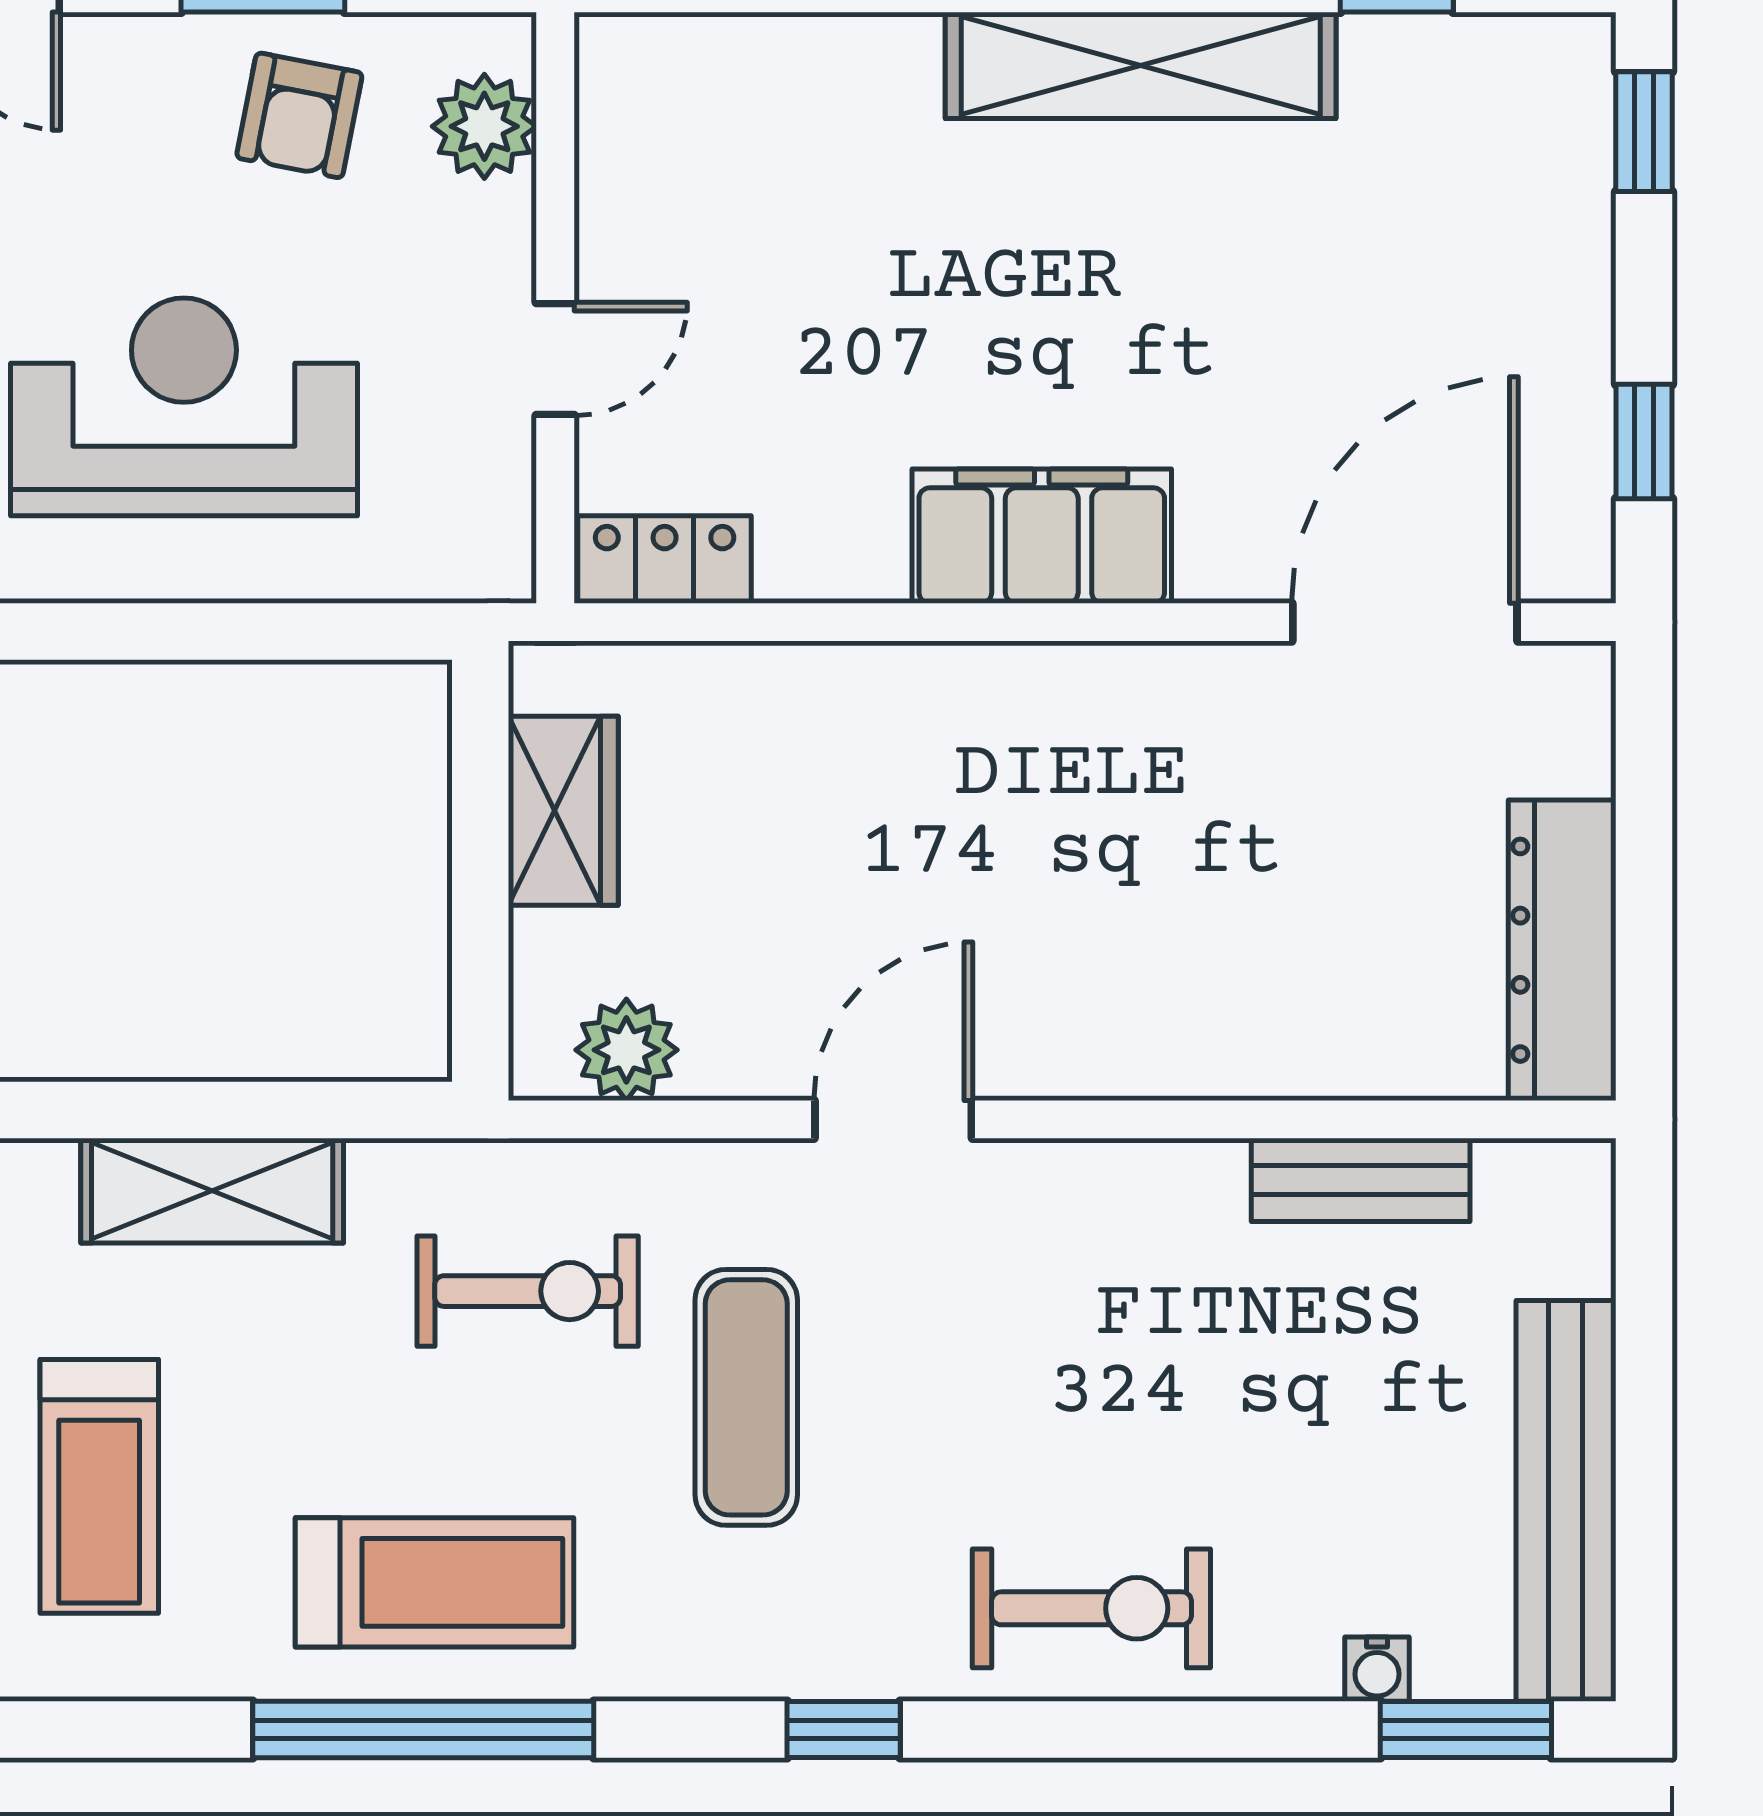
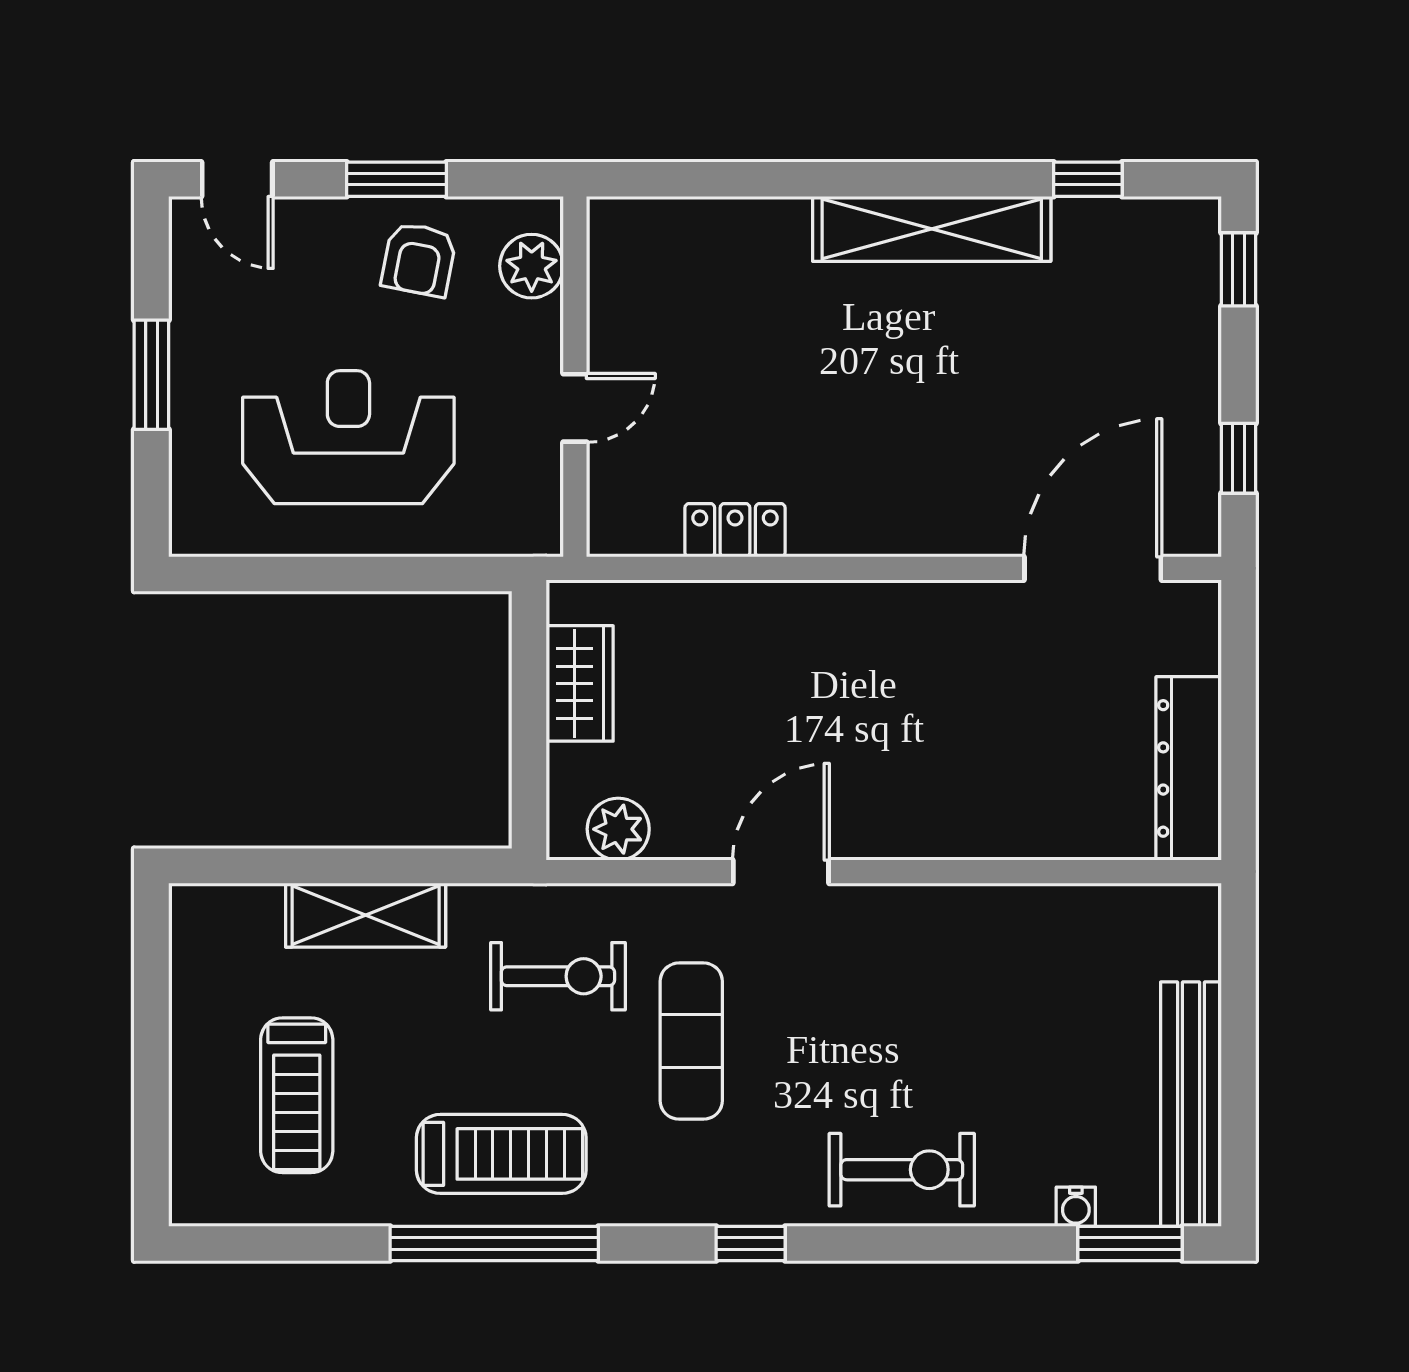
filing cabinet: (1042, 536) -> (871, 516), removed
locker: (665, 559) -> (735, 530), moved
bench: (1361, 1180) -> (1066, 908), removed

